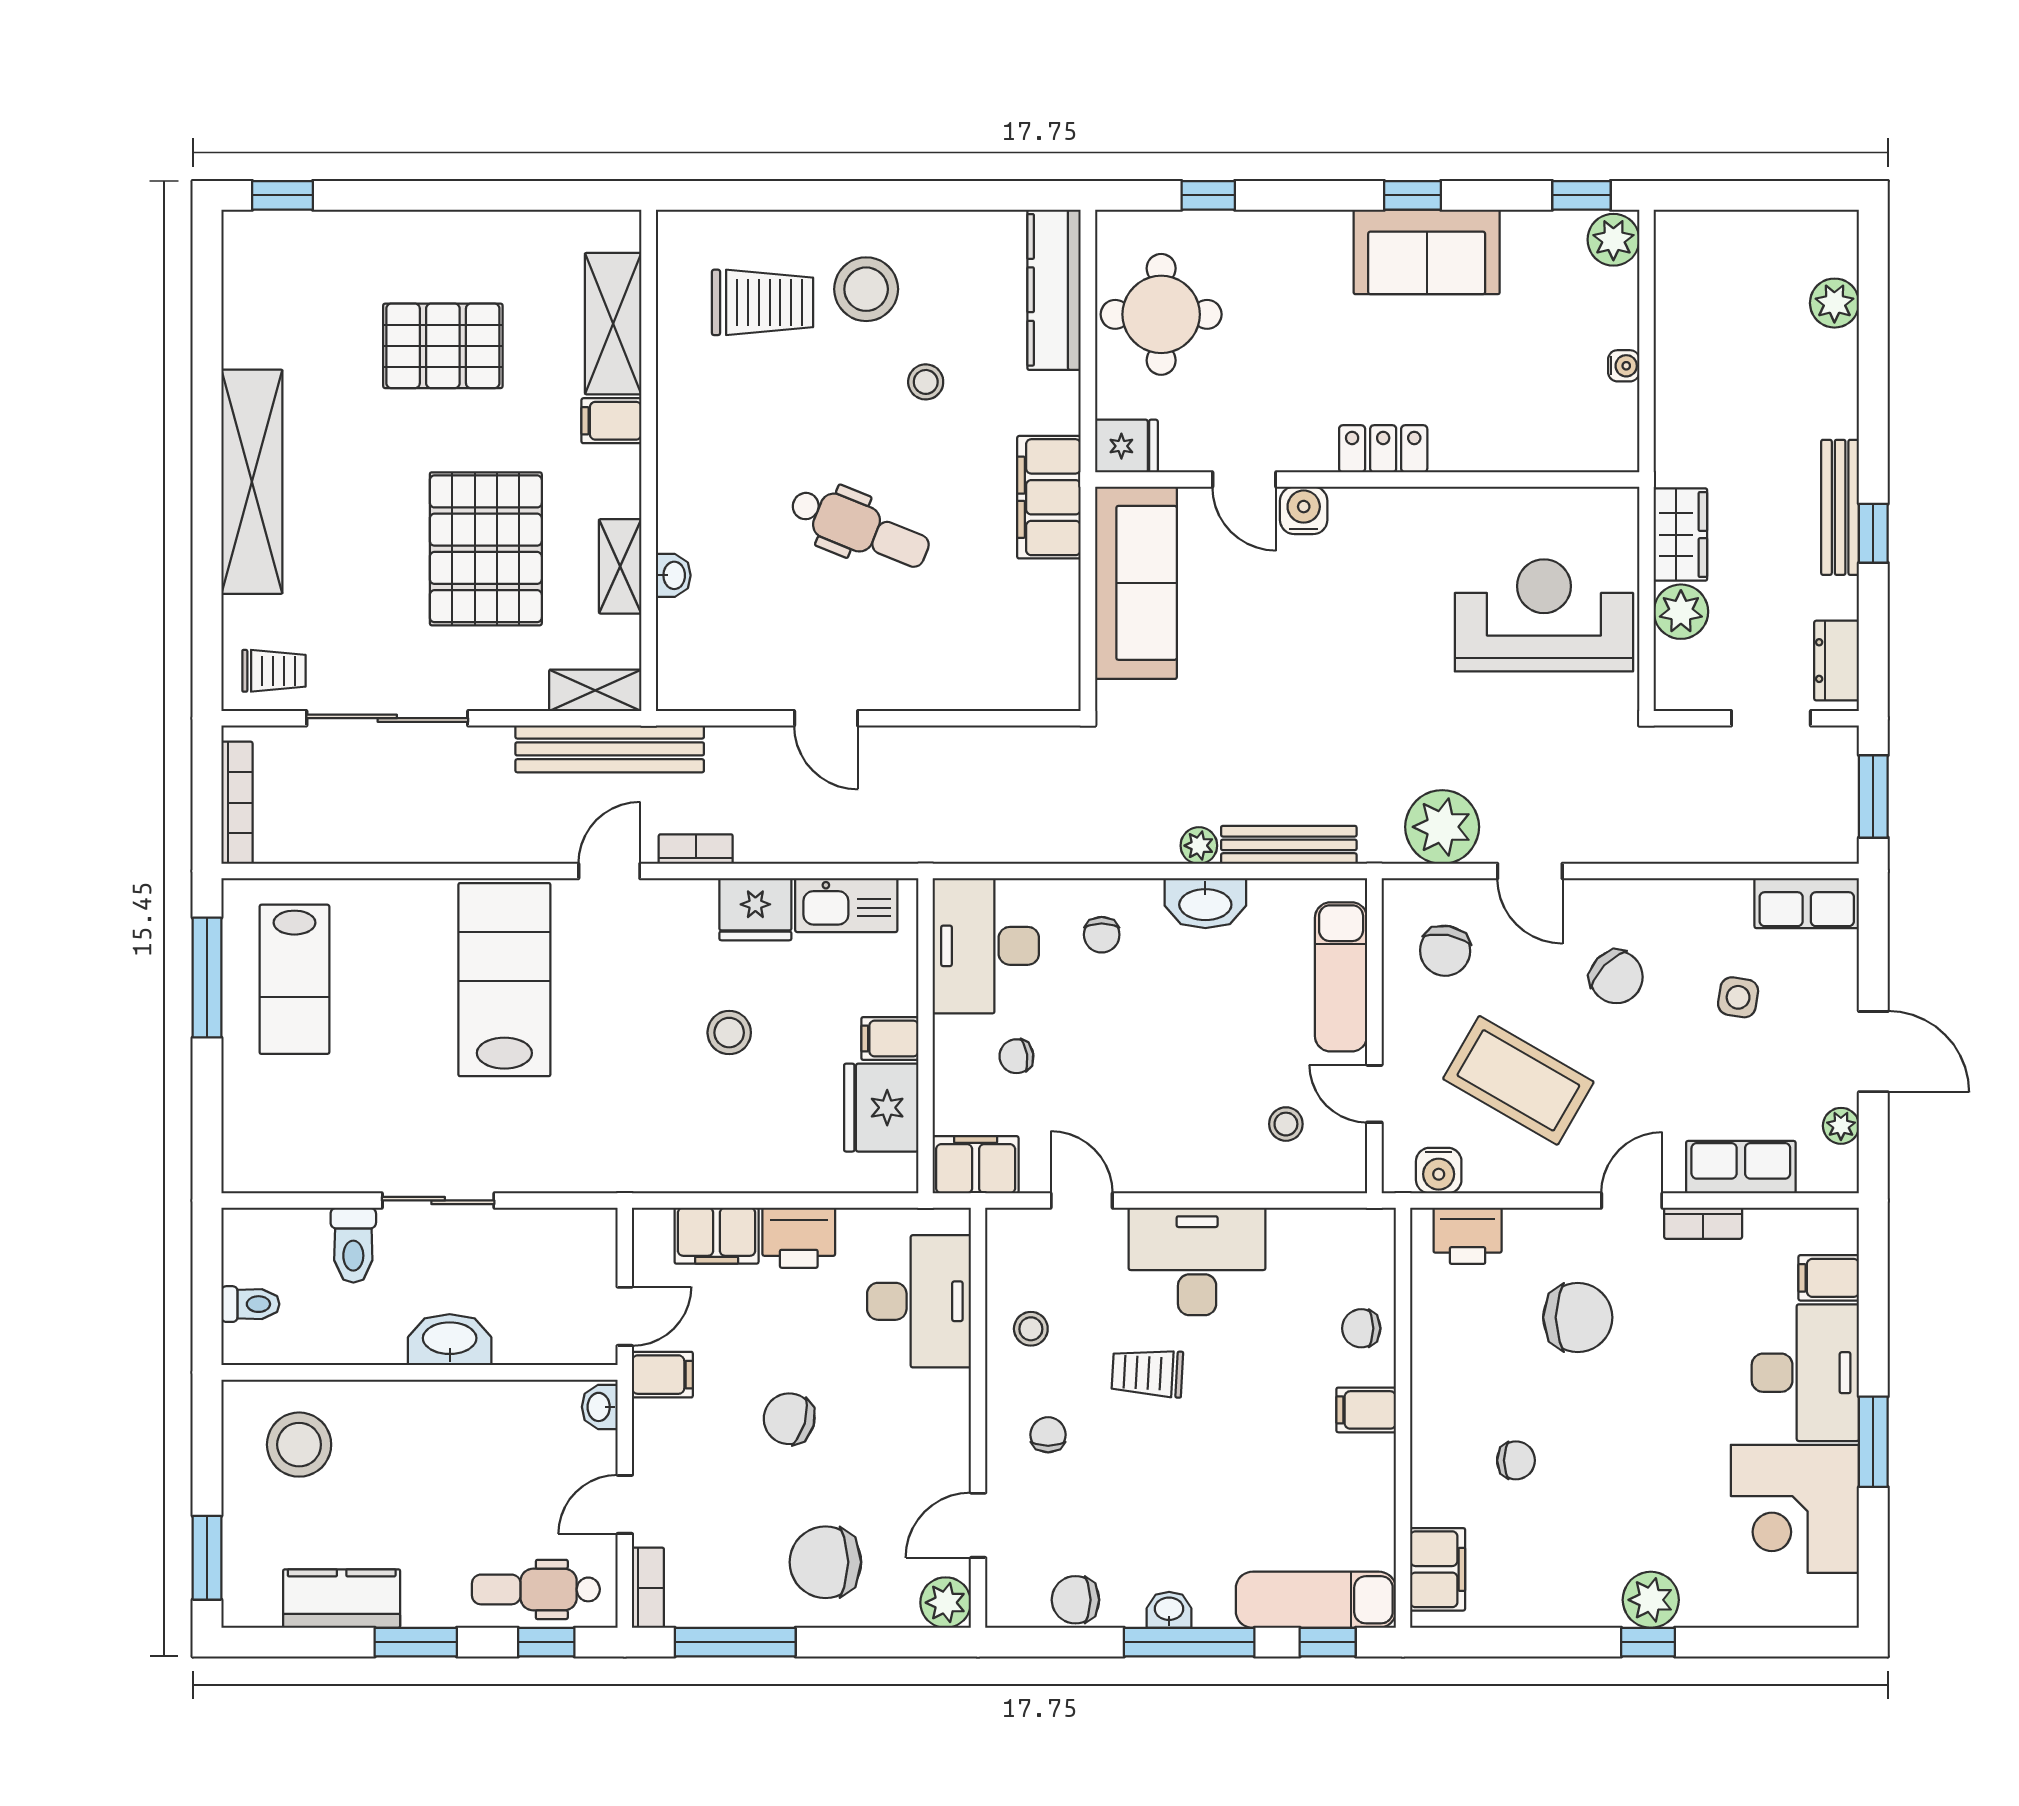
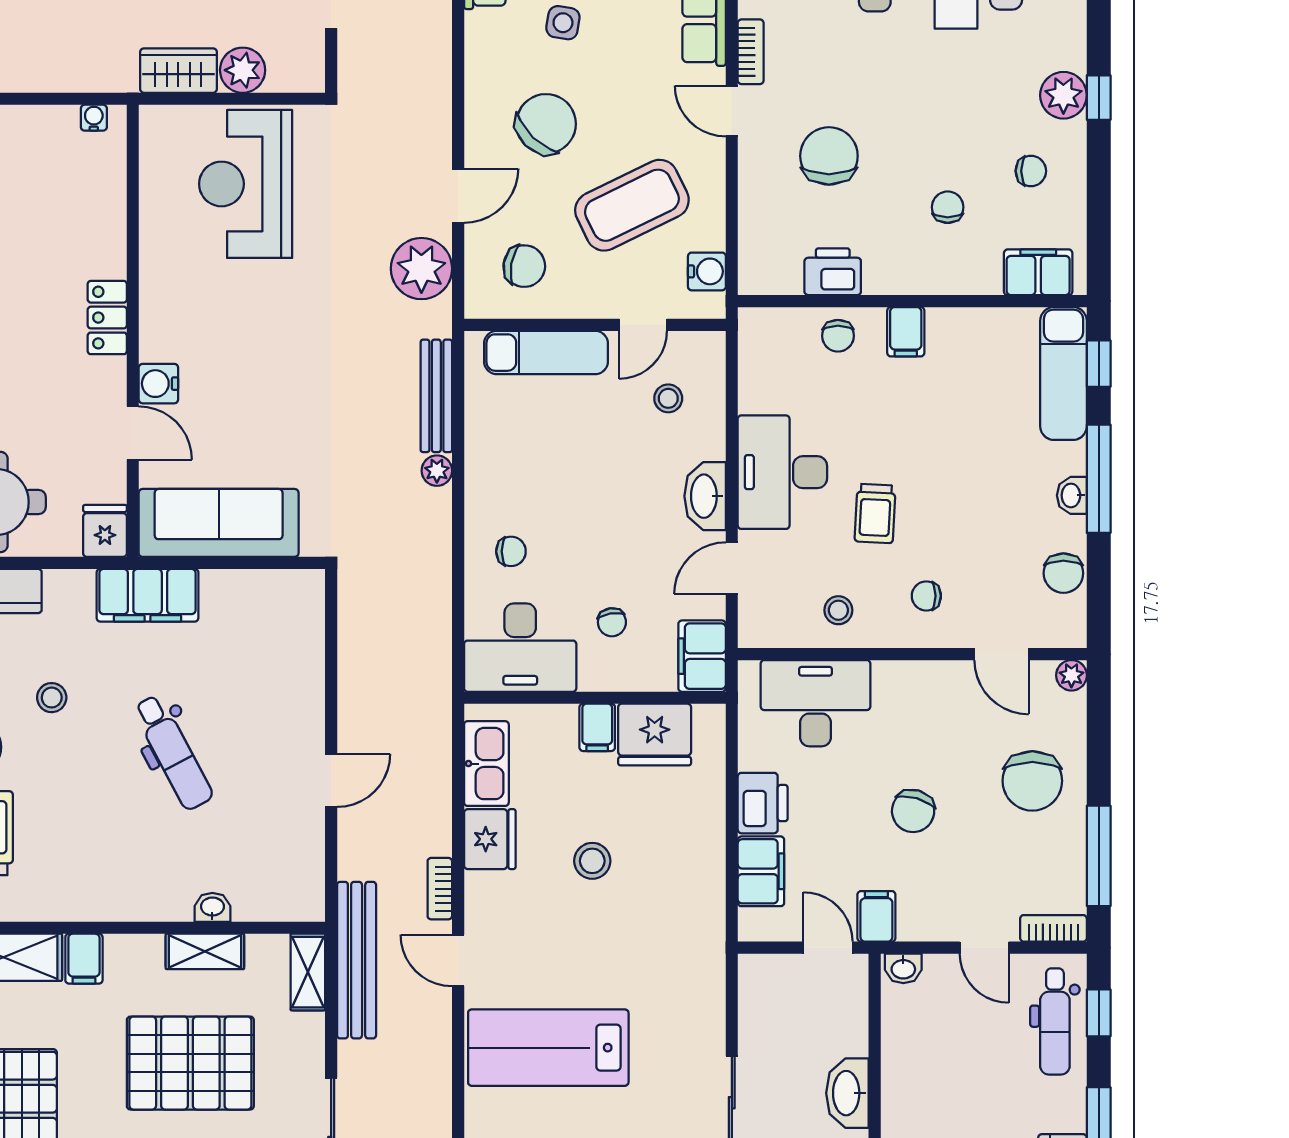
water cooler: (1624, 366) -> (94, 118), moved
door: (1244, 480) -> (133, 433), hinge flipped
dental chair: (860, 528) -> (173, 752), turned 130
washbasin: (1205, 903) -> (705, 496), moved, turned 180
chair: (1616, 977) -> (546, 124), width x1.37, depth x1.37
coffee table: (1518, 1080) -> (632, 205), turned 34
printer: (1468, 1236) -> (833, 272), moved, turned -90
chair: (1560, 1561) -> (1031, 171), added
plant: (946, 1603) -> (1071, 675), width x0.73, depth x0.73

